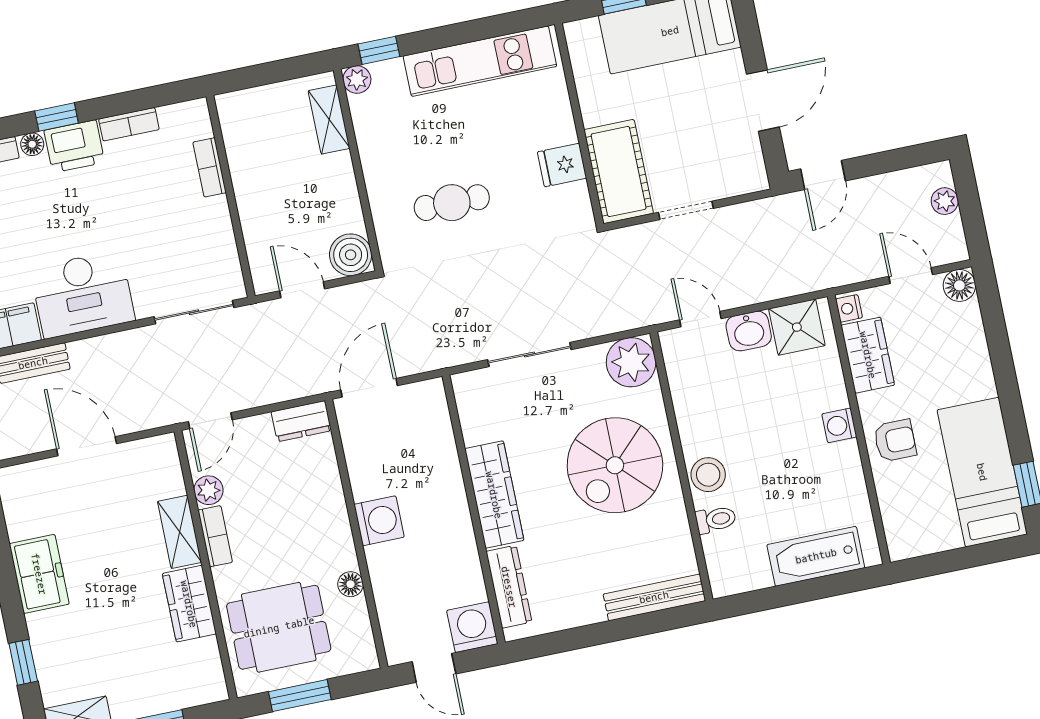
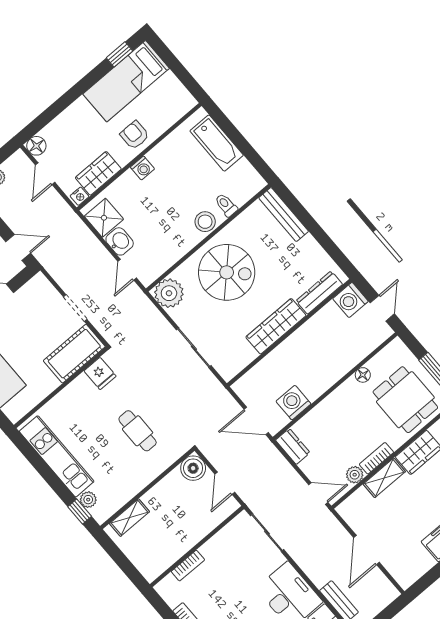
plant: (357, 79) -> (88, 500), moved
fridge: (562, 165) -> (100, 373), moved
washing machine: (379, 521) -> (293, 403), moved

